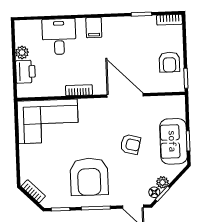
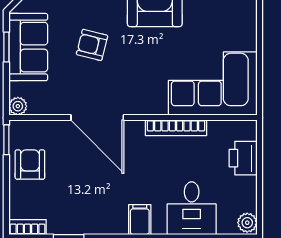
plant: (22, 52) -> (247, 223), moved
bookcase: (79, 90) -> (176, 128), width x1.56
plant: (179, 101) -> (18, 106), added

